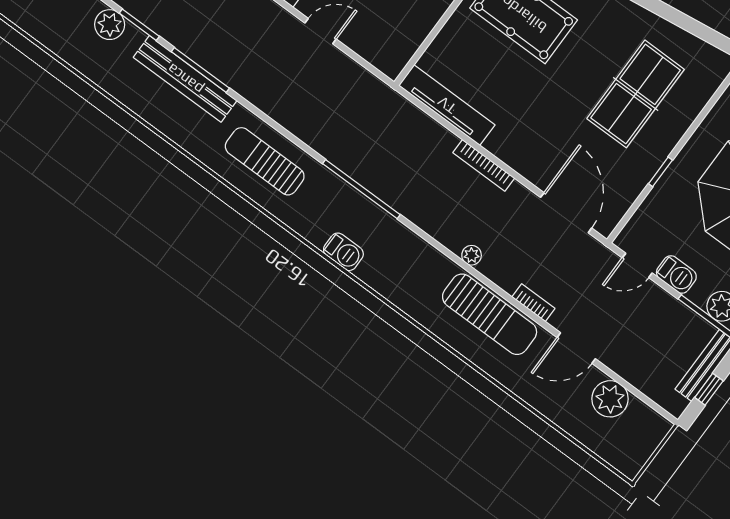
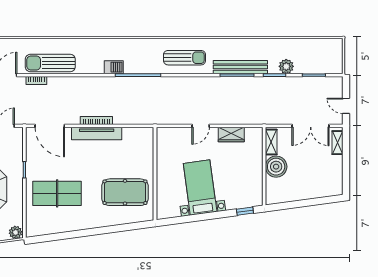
table tennis table: (636, 94) -> (57, 193), turned 90
tv unit: (447, 105) -> (97, 133), moved
barbecue: (343, 252) -> (114, 67), moved, turned 180
plant: (472, 255) -> (75, 81), removed

